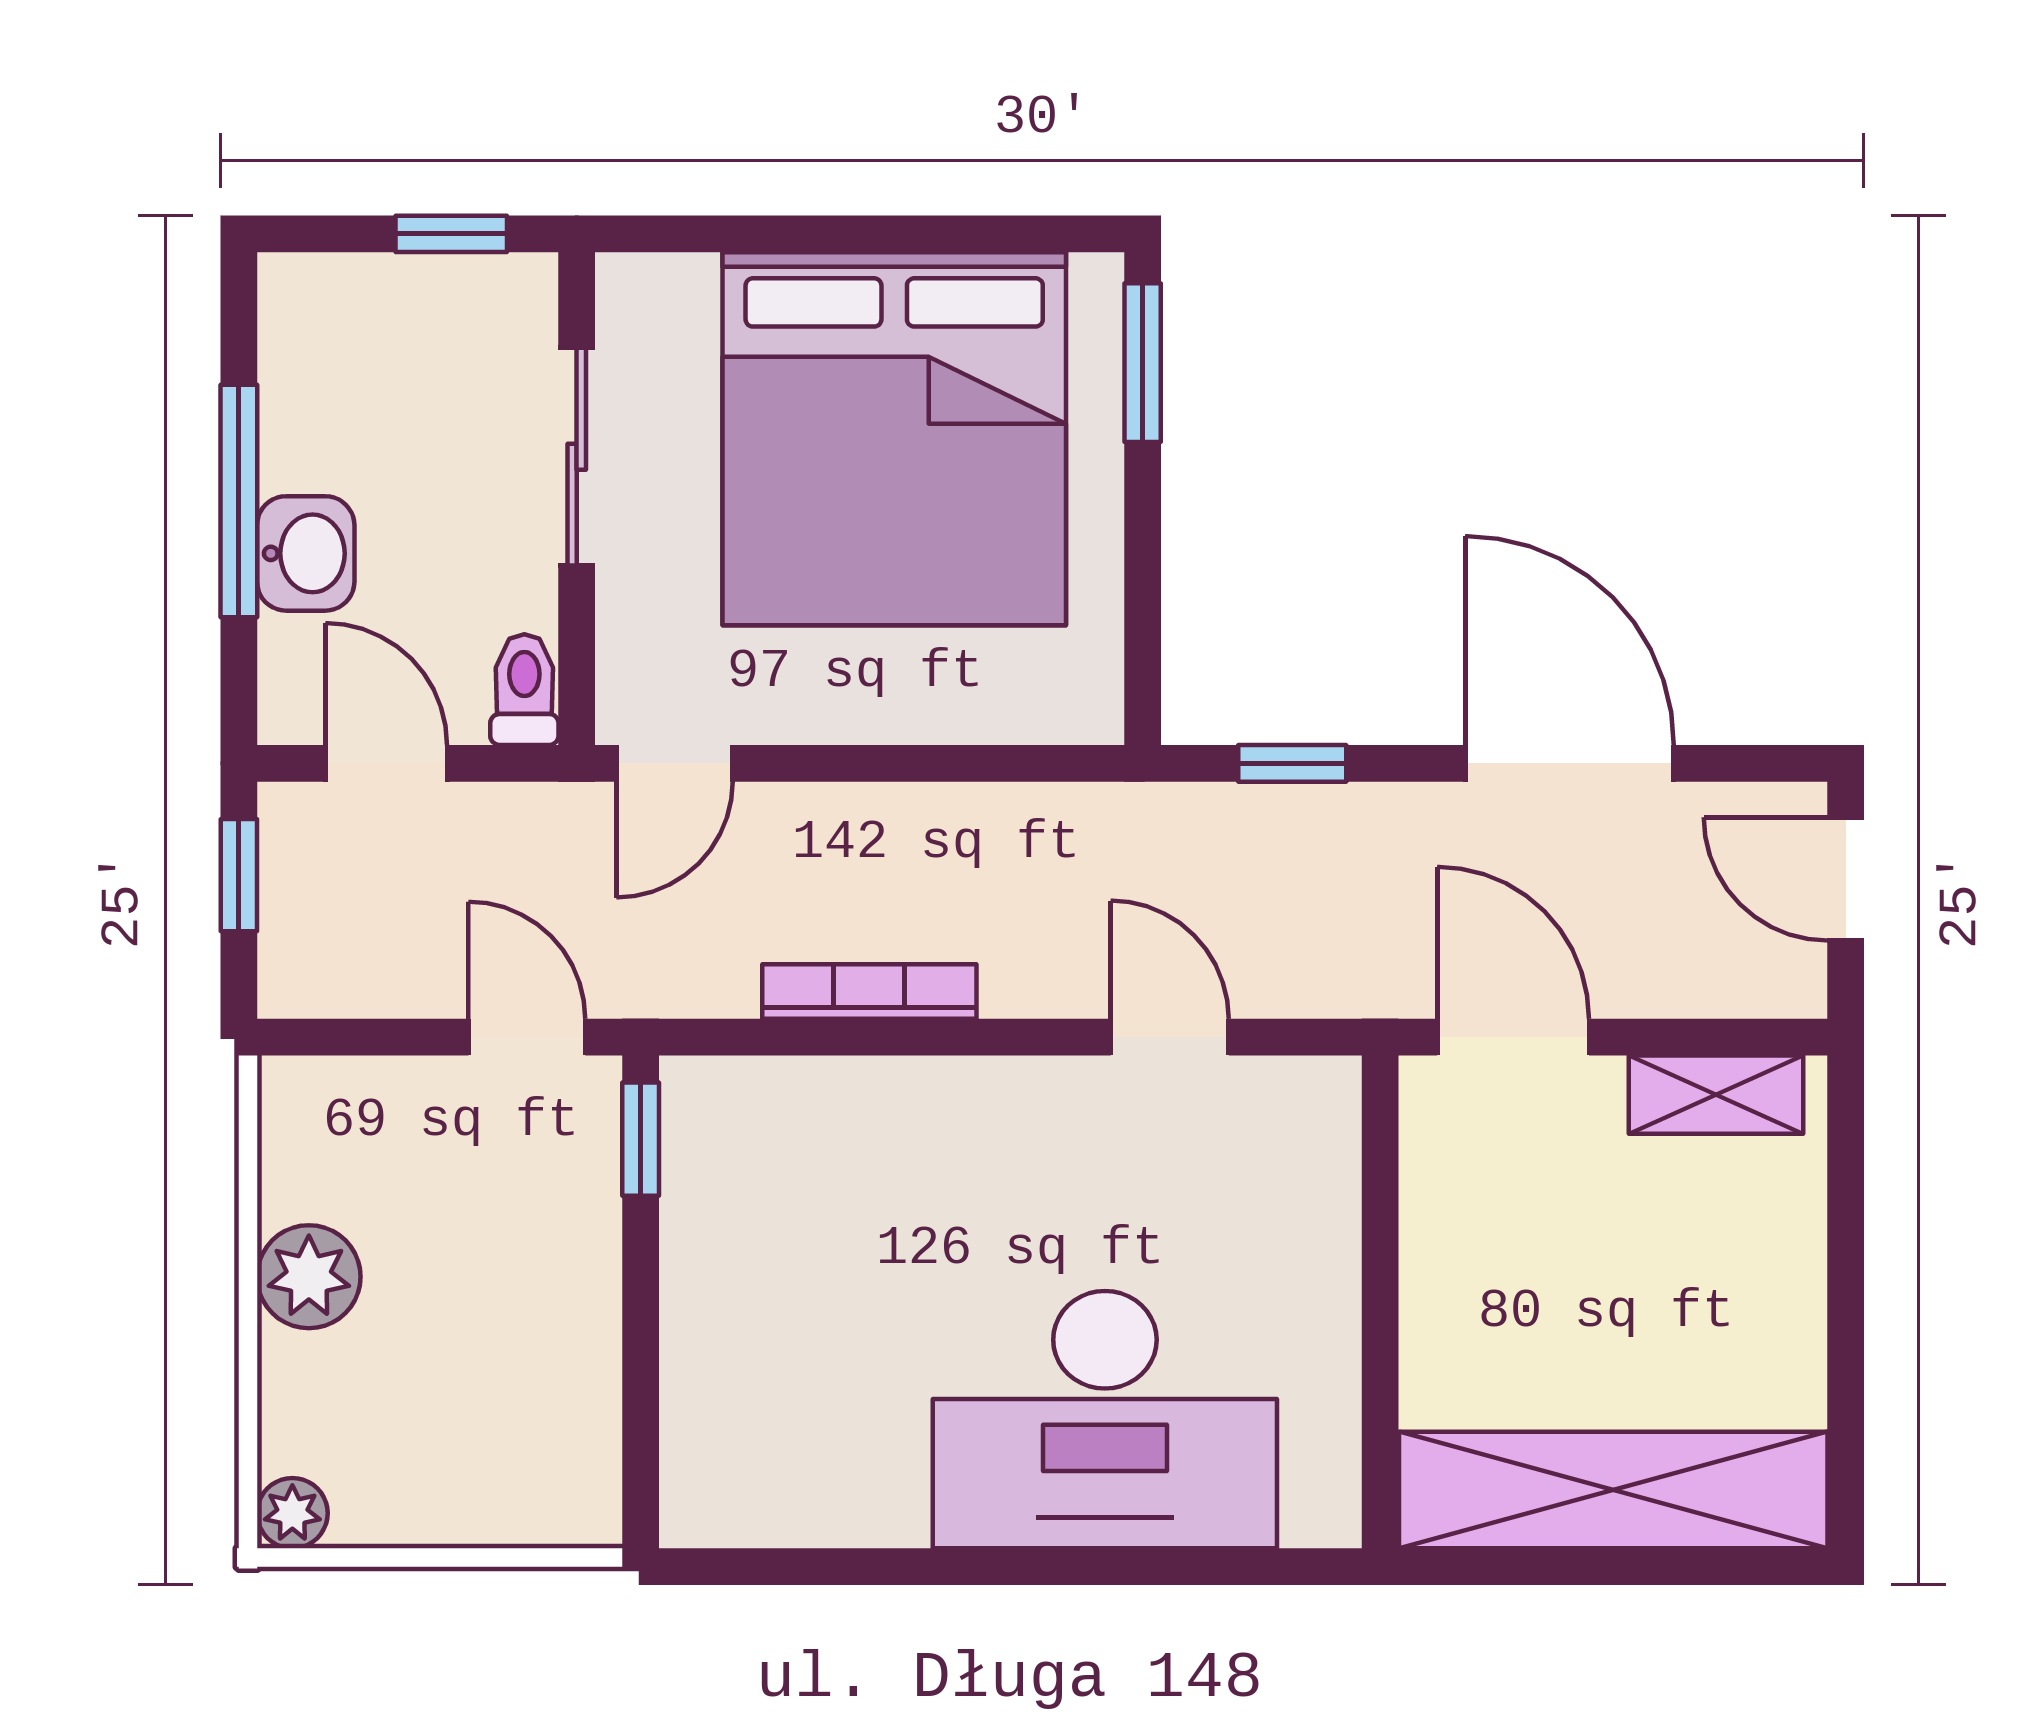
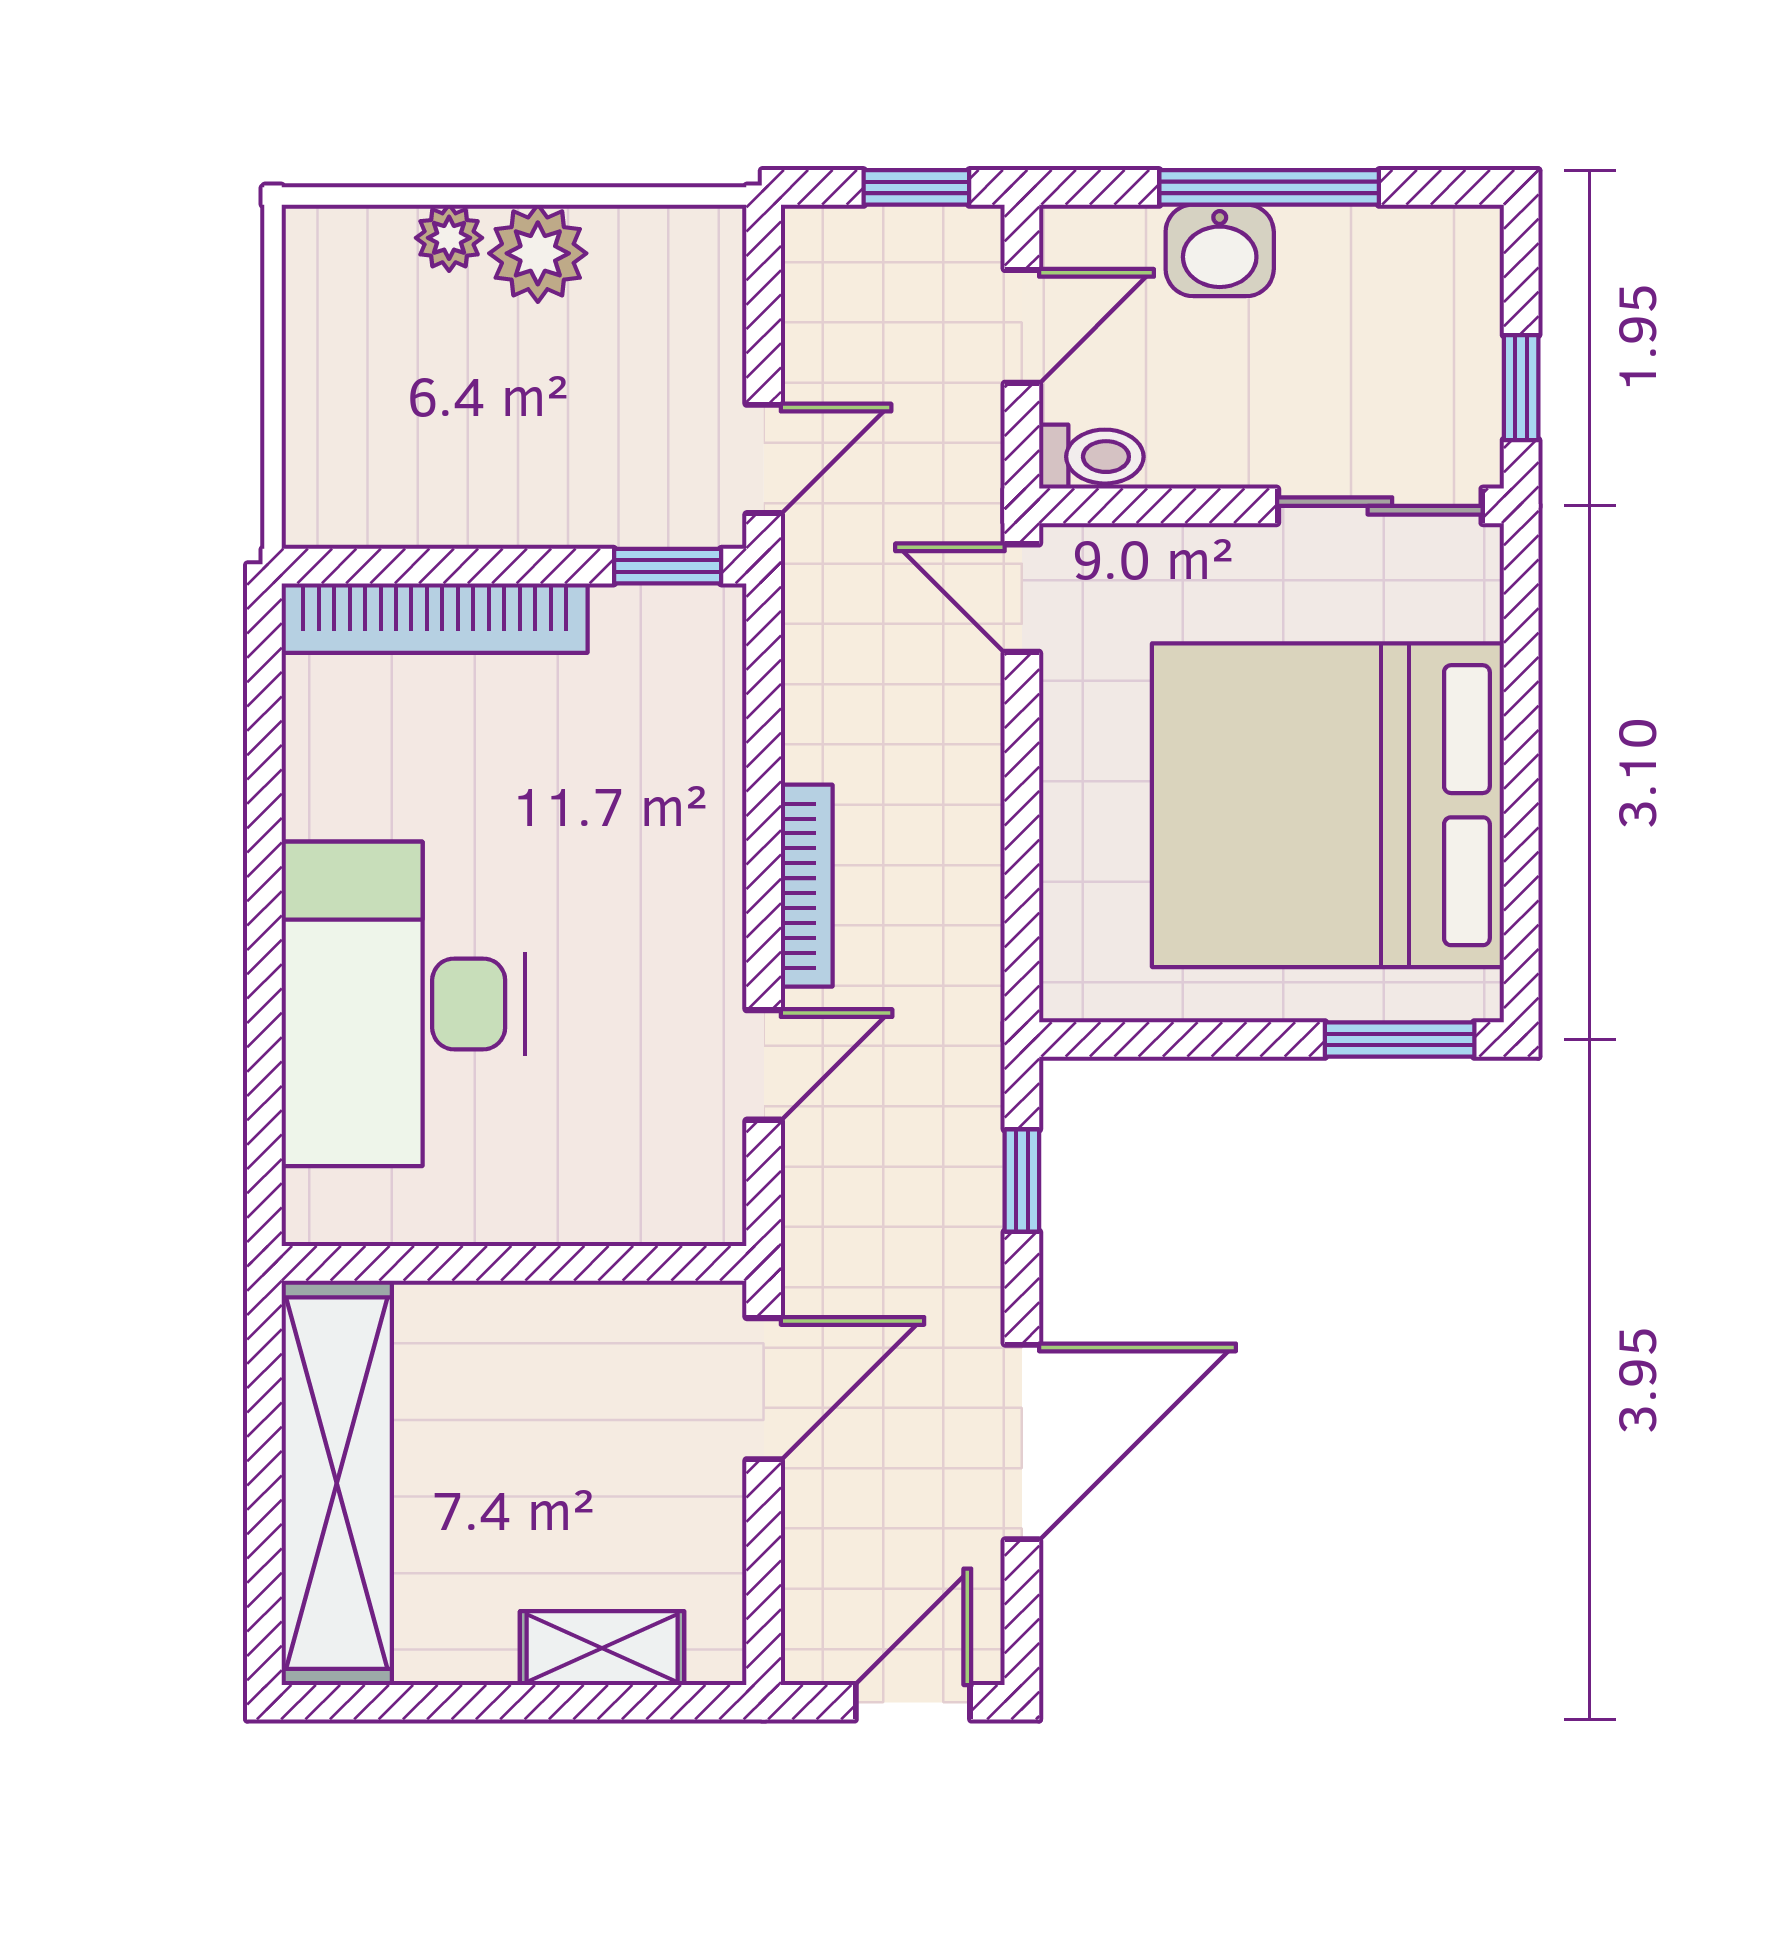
sliding door: (577, 457) -> (1380, 506), moved
bookcase: (869, 991) -> (807, 886), moved
shelving: (1716, 1095) -> (602, 1648), moved, turned 90
bookcase: (696, 1386) -> (435, 618), added
plant: (292, 1513) -> (449, 238), moved

